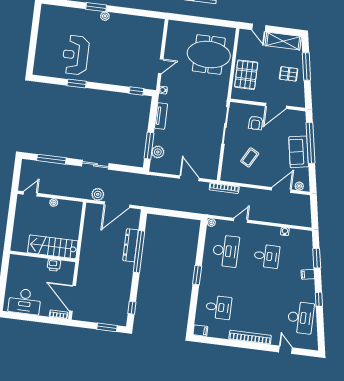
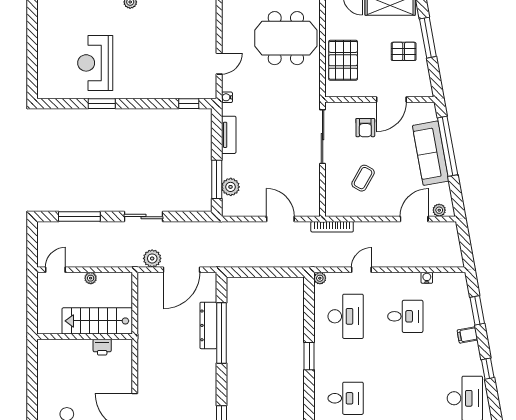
sofa: (299, 152) -> (431, 153), width x1.36
stairs: (53, 247) -> (97, 321), moved
wall: (43, 256) -> (85, 337), moved
printer: (54, 265) -> (102, 347), moved

